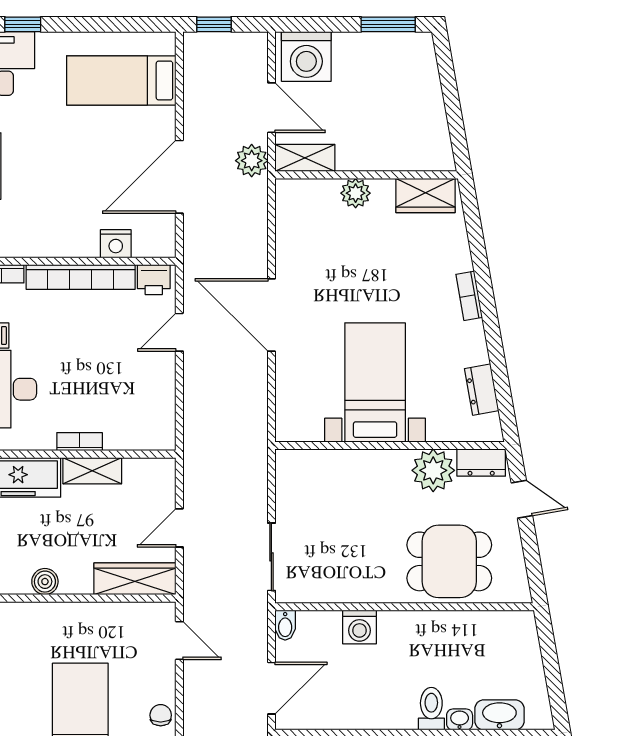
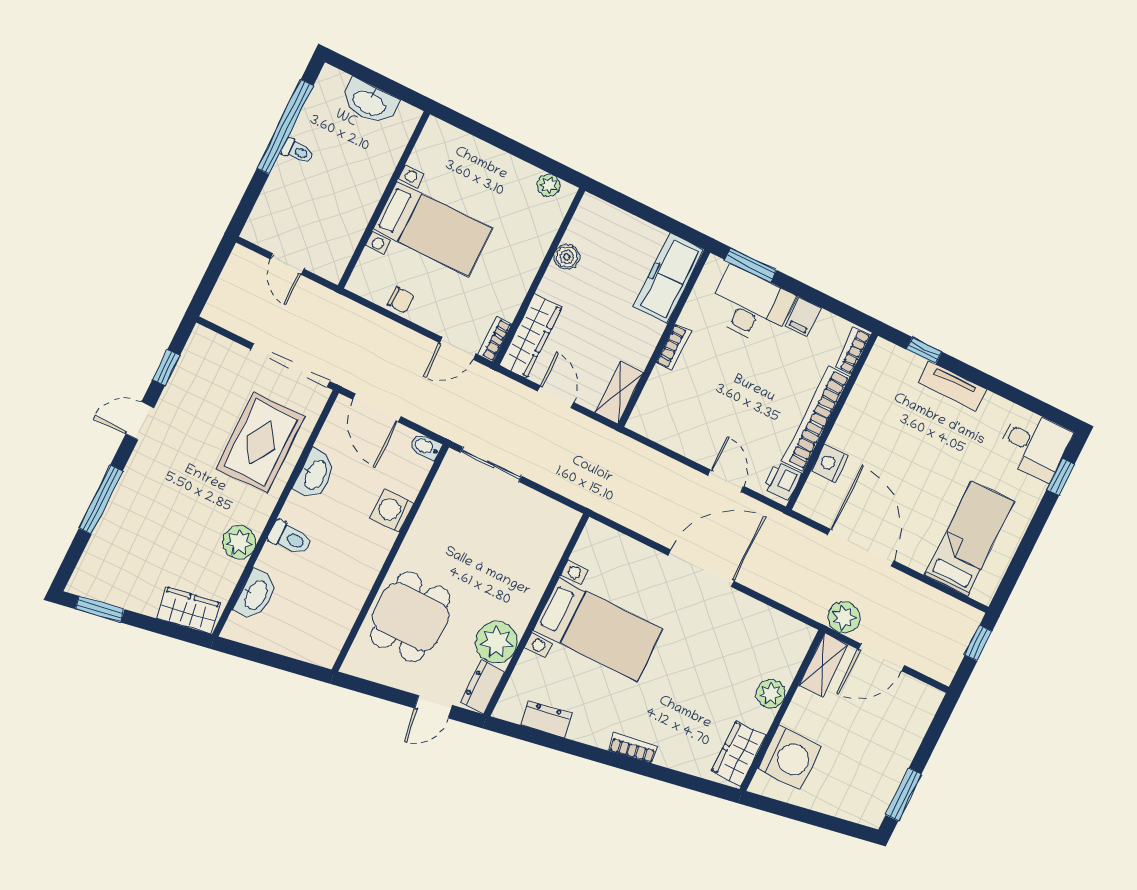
washing machine: (306, 56) -> (790, 758), moved, turned 180
shelving: (92, 471) -> (619, 393), moved
bookcase: (154, 610) -> (495, 339), added
washbasin: (460, 719) -> (315, 475), moved, width x1.91, depth x1.45

